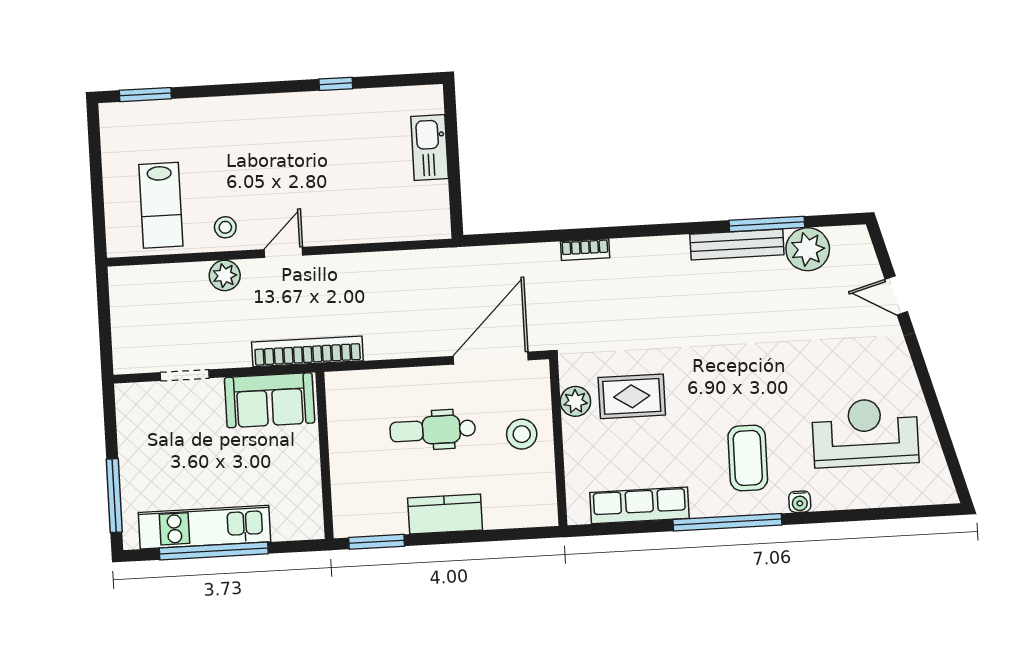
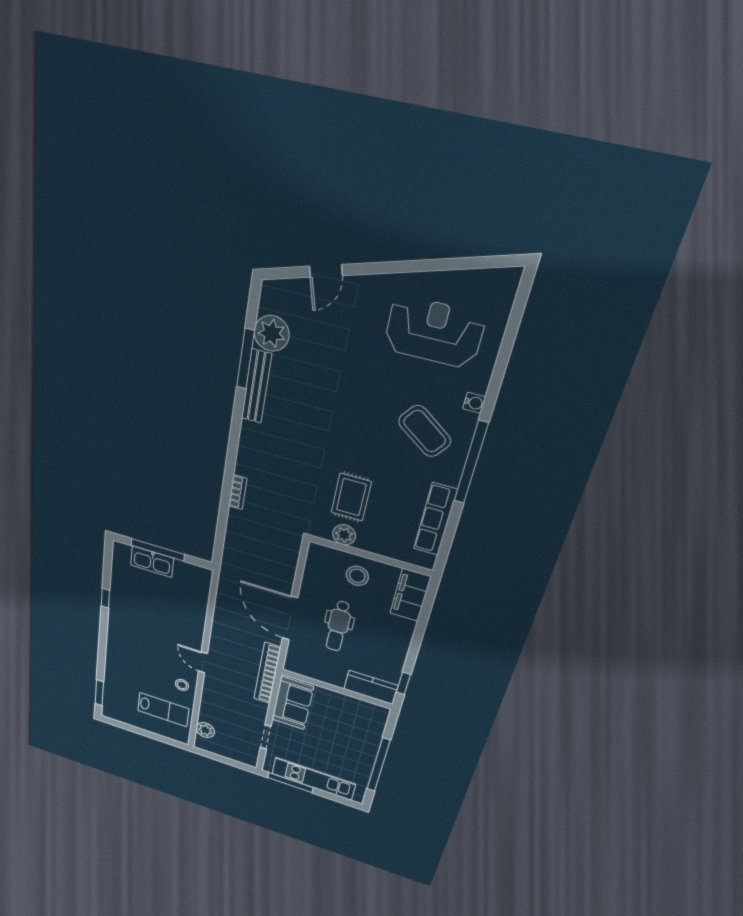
window: (453, 153) -> (158, 550), added
plant: (225, 275) -> (205, 730), moved
door: (491, 358) -> (290, 618), moved
reception desk: (865, 433) -> (434, 332), turned 90
coffee table: (748, 458) -> (425, 431), turned 36
window: (114, 496) -> (290, 783), moved
filing cabinet: (521, 509) -> (410, 595), added
kitchen counter: (445, 514) -> (371, 687), moved, turned 90
kitchen unit: (204, 527) -> (313, 779), moved, turned 90
window: (377, 542) -> (403, 683), width x0.67

